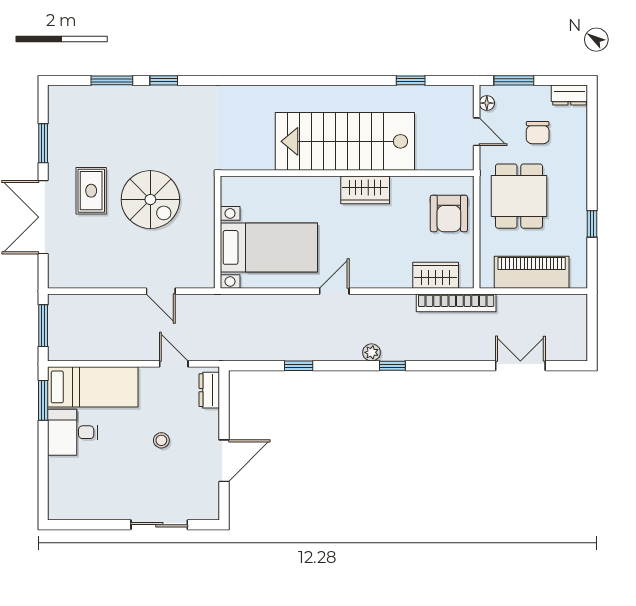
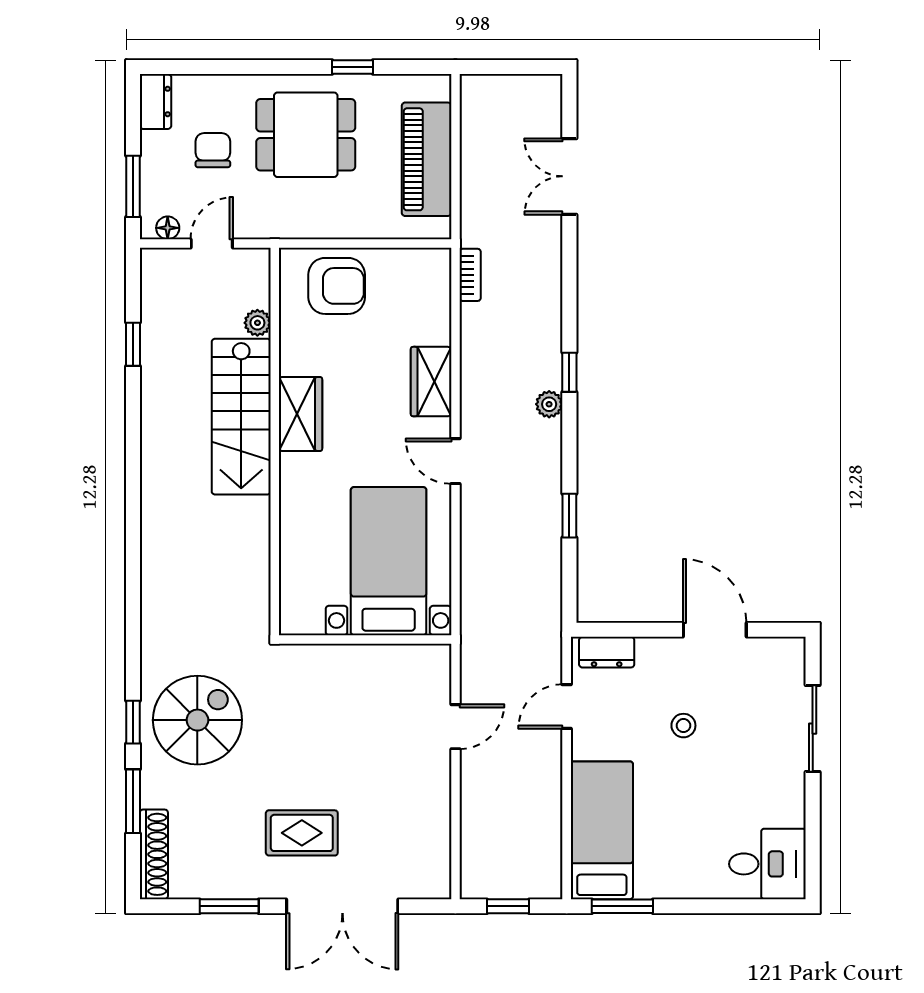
shoe rack: (77, 94) -> (154, 854), added
chair: (538, 133) -> (213, 150), turned -90
stairs: (345, 141) -> (241, 417), width x0.73, depth x0.66
plant: (425, 162) -> (257, 323), added
dining table: (519, 196) -> (306, 135), moved
spiral stairs: (150, 200) -> (197, 720), moved
wardrobe: (436, 275) -> (431, 382), moved
bookcase: (456, 303) -> (470, 275), width x0.43, depth x0.76
window: (43, 326) -> (508, 906), width x0.67
desk: (73, 432) -> (767, 864), moved, turned -90

